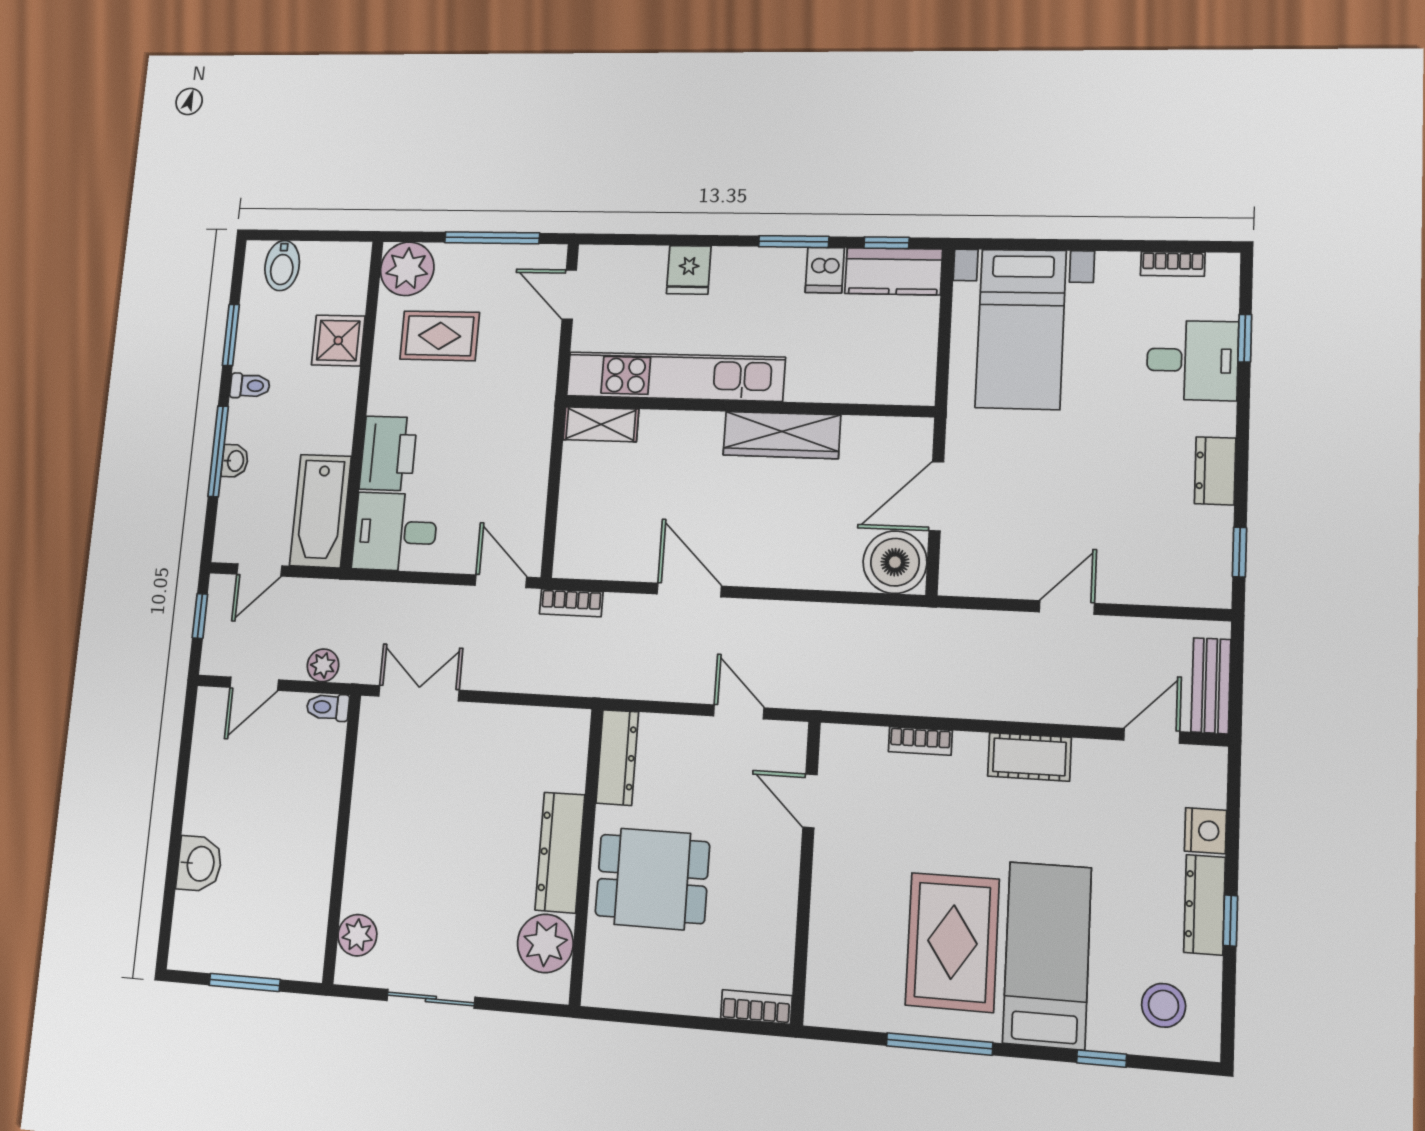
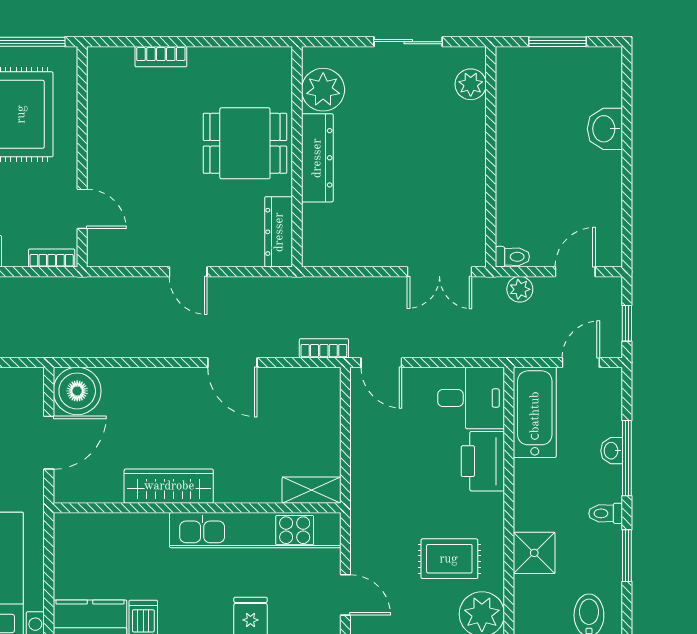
door: (810, 801) -> (82, 209), moved
wall: (806, 872) -> (82, 157), moved

